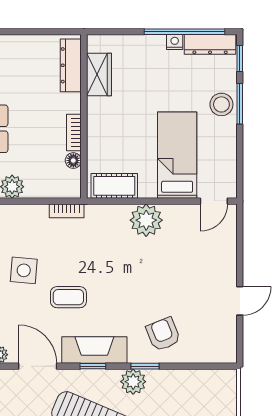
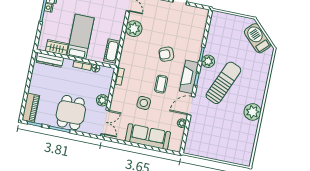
bed: (177, 155) -> (80, 37), moved, turned 90
plant: (146, 220) -> (134, 29), moved
armchair: (163, 334) -> (166, 54), moved

